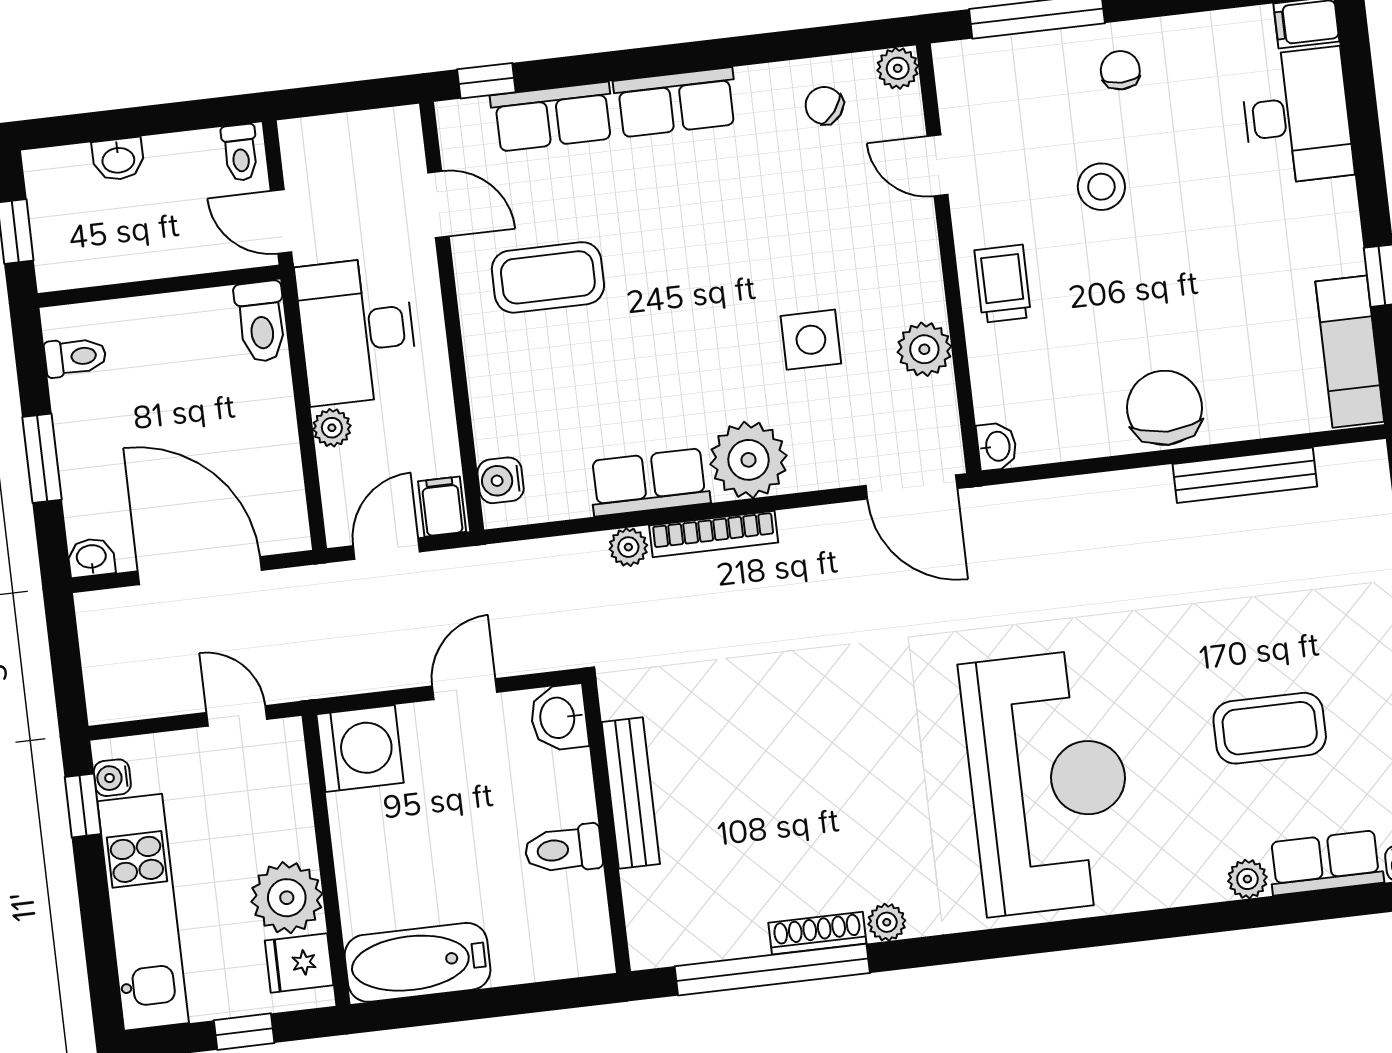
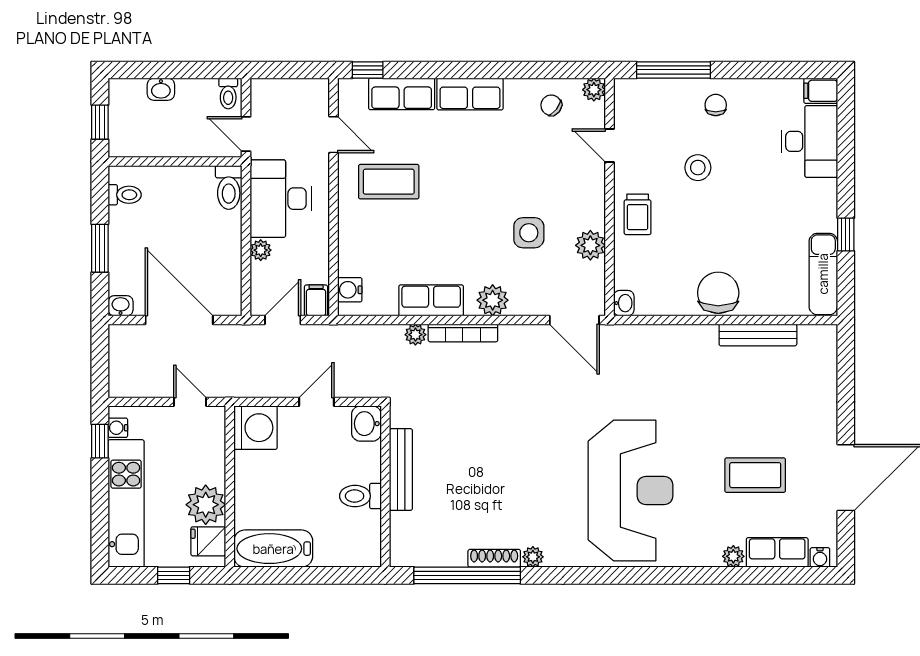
trolley: (1003, 284) -> (638, 214), turned 180
plant: (749, 460) -> (493, 300), width x0.73, depth x0.73

